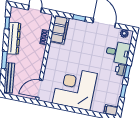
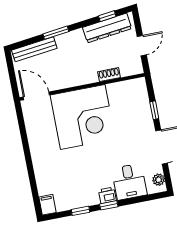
filing cabinet: (59, 30) -> (127, 90), removed
dresser: (14, 38) -> (107, 28), moved
corner desk: (75, 88) -> (83, 117), moved, turned 90

